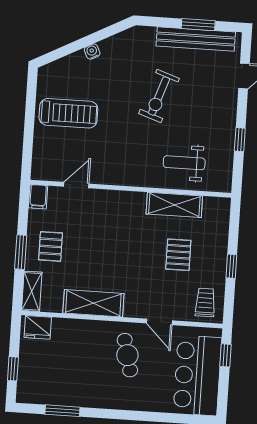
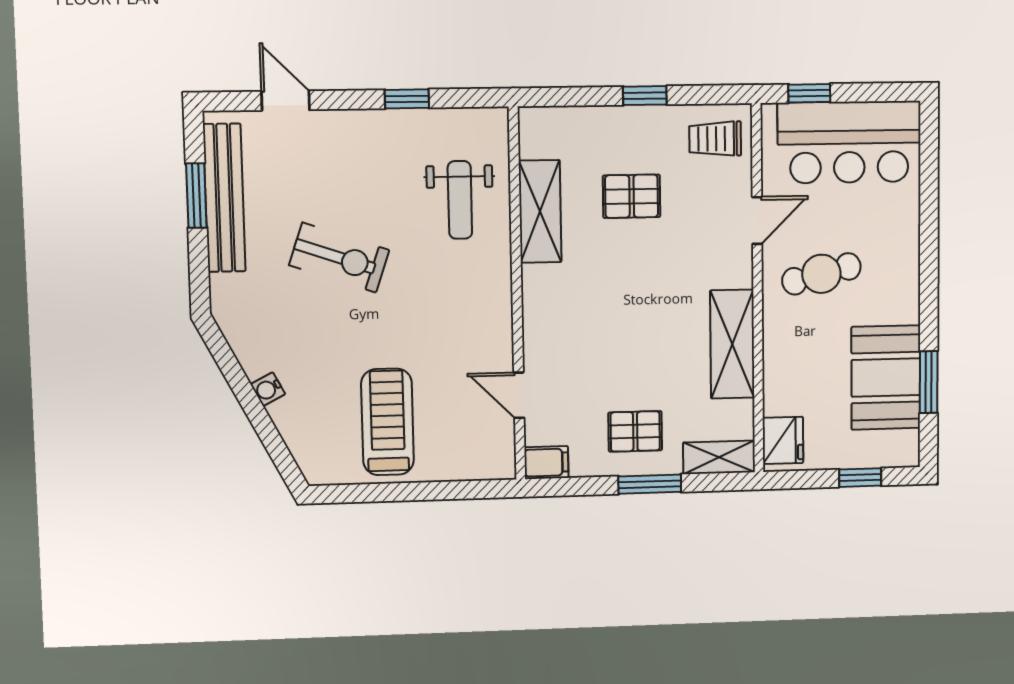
booth: (67, 387) -> (886, 378), added

